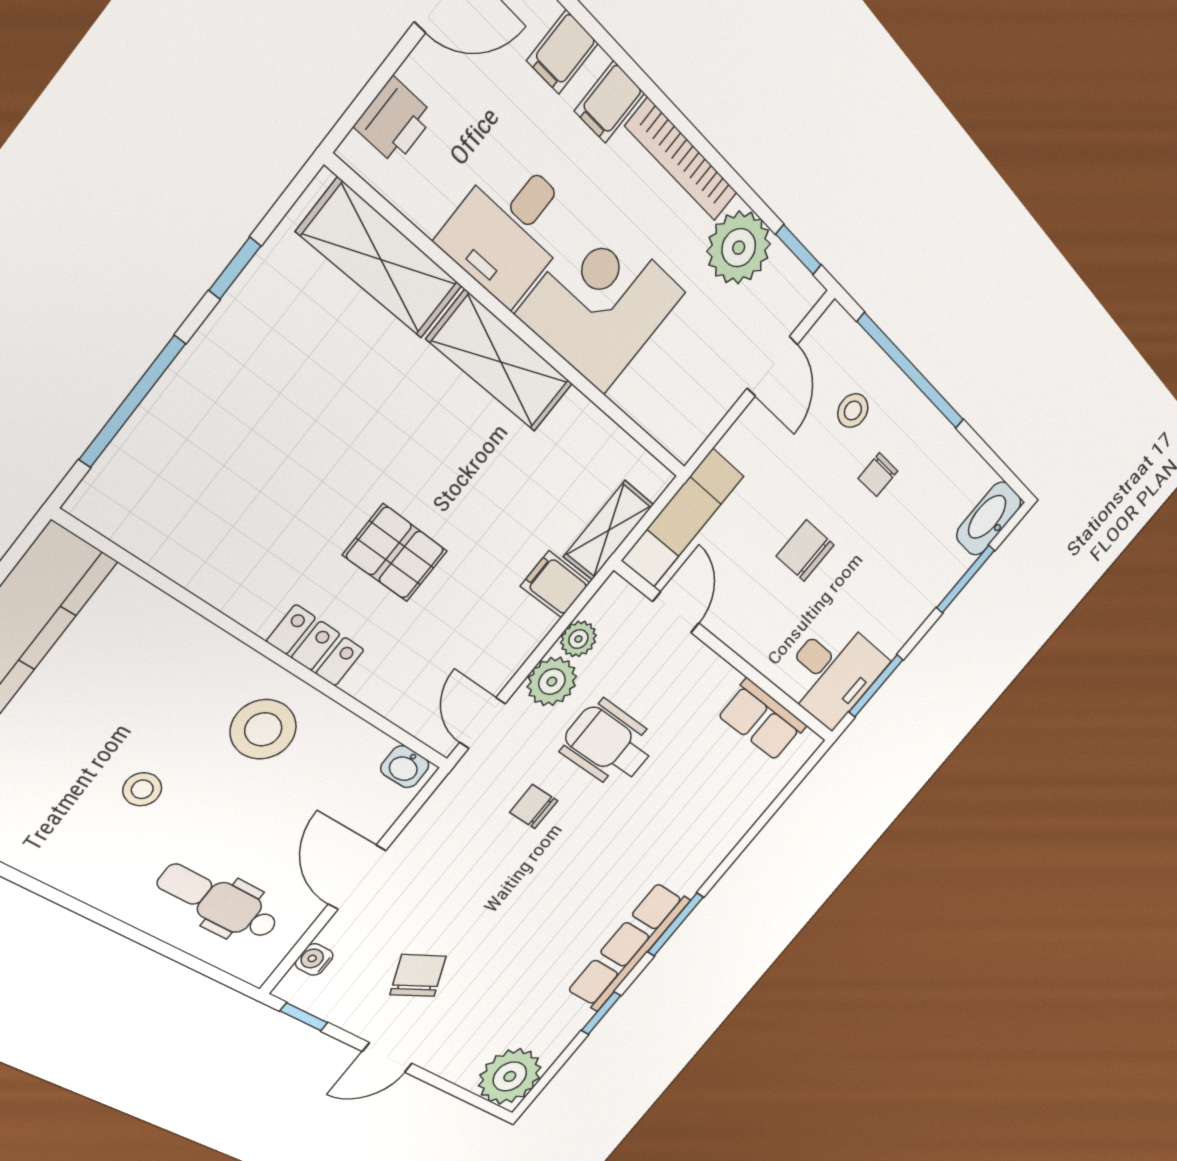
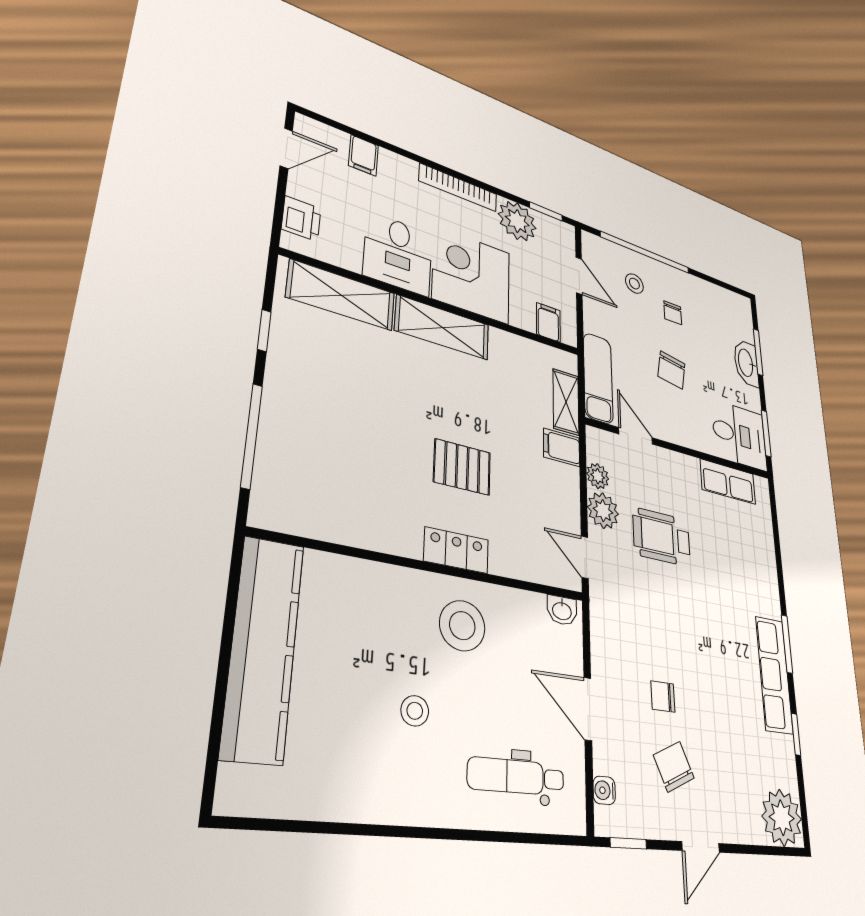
filing cabinet: (610, 102) -> (548, 322), moved, turned 180
washbasin: (989, 519) -> (746, 363), moved
chair: (805, 551) -> (671, 370), turned -80
chair: (534, 807) -> (663, 697), moved

